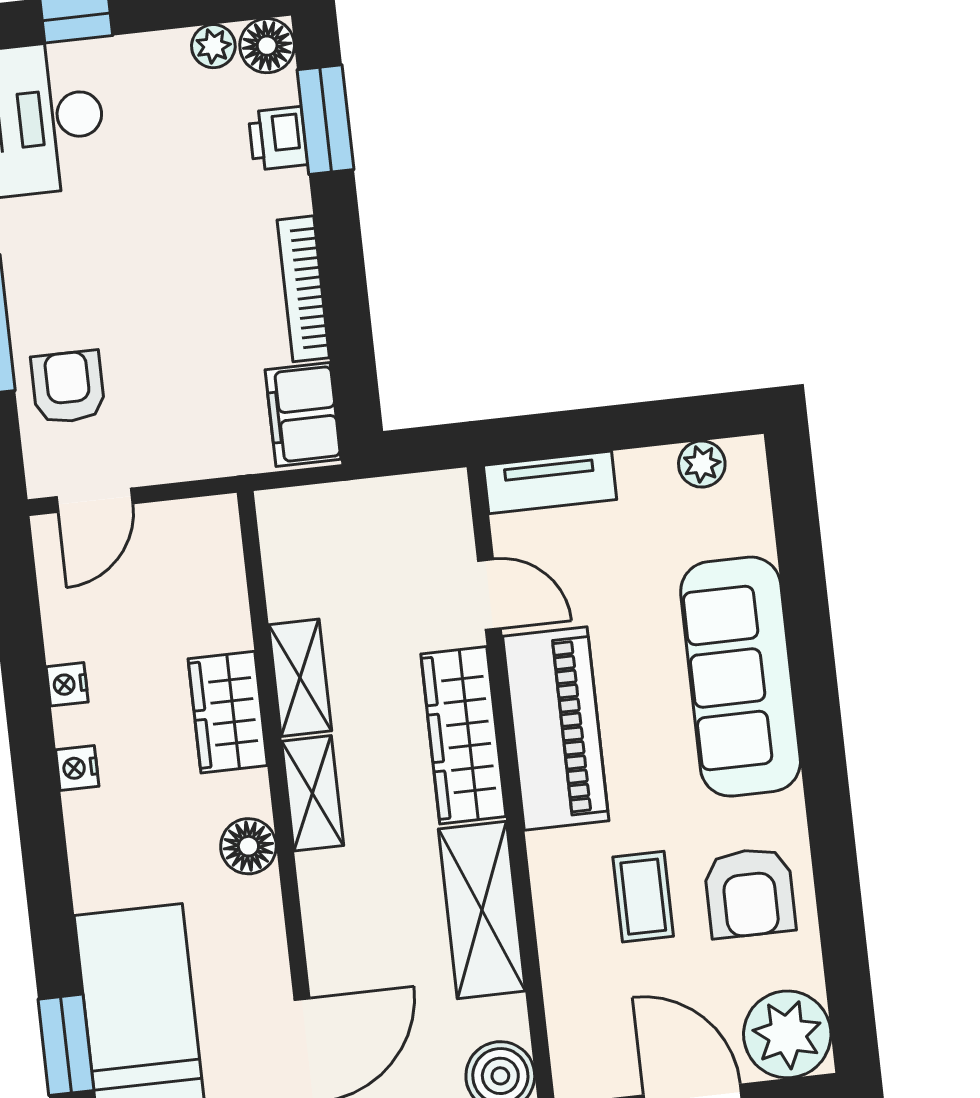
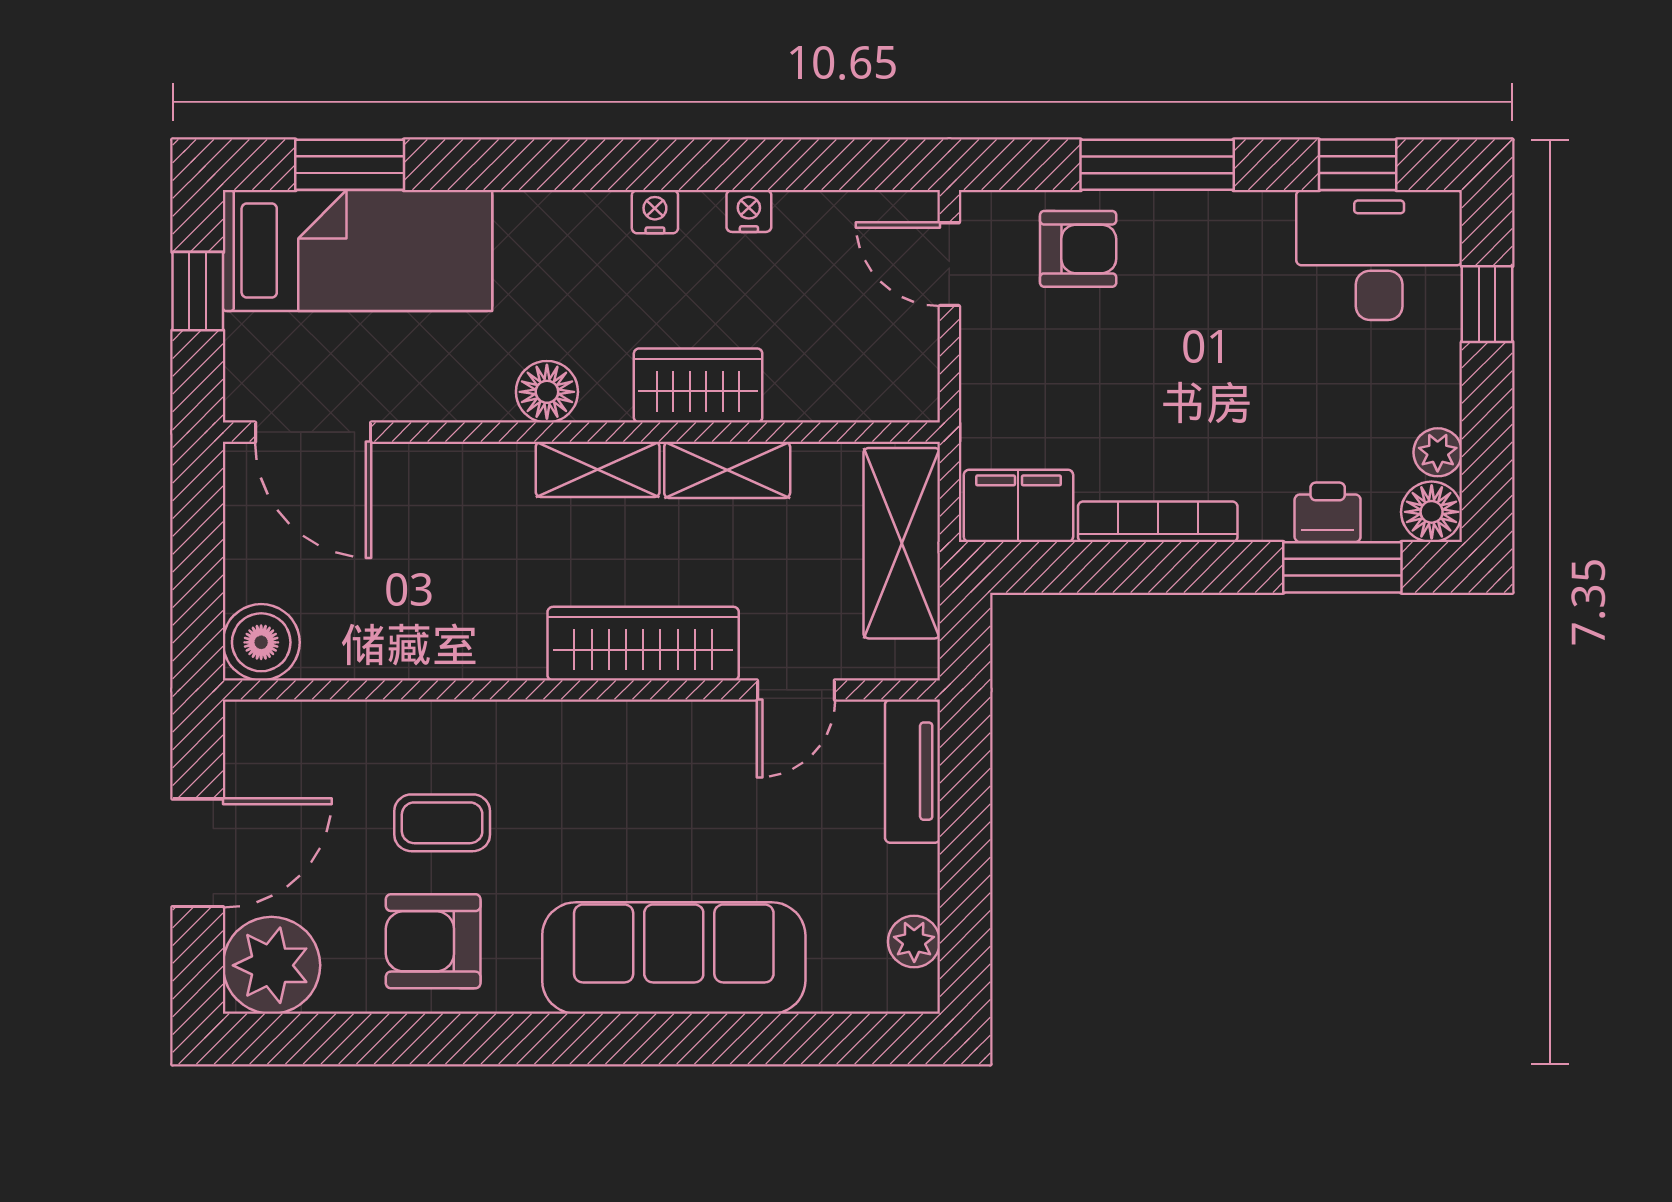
piano: (556, 729) -> (639, 747), removed
shelving: (482, 910) -> (902, 543), moved, turned 90

